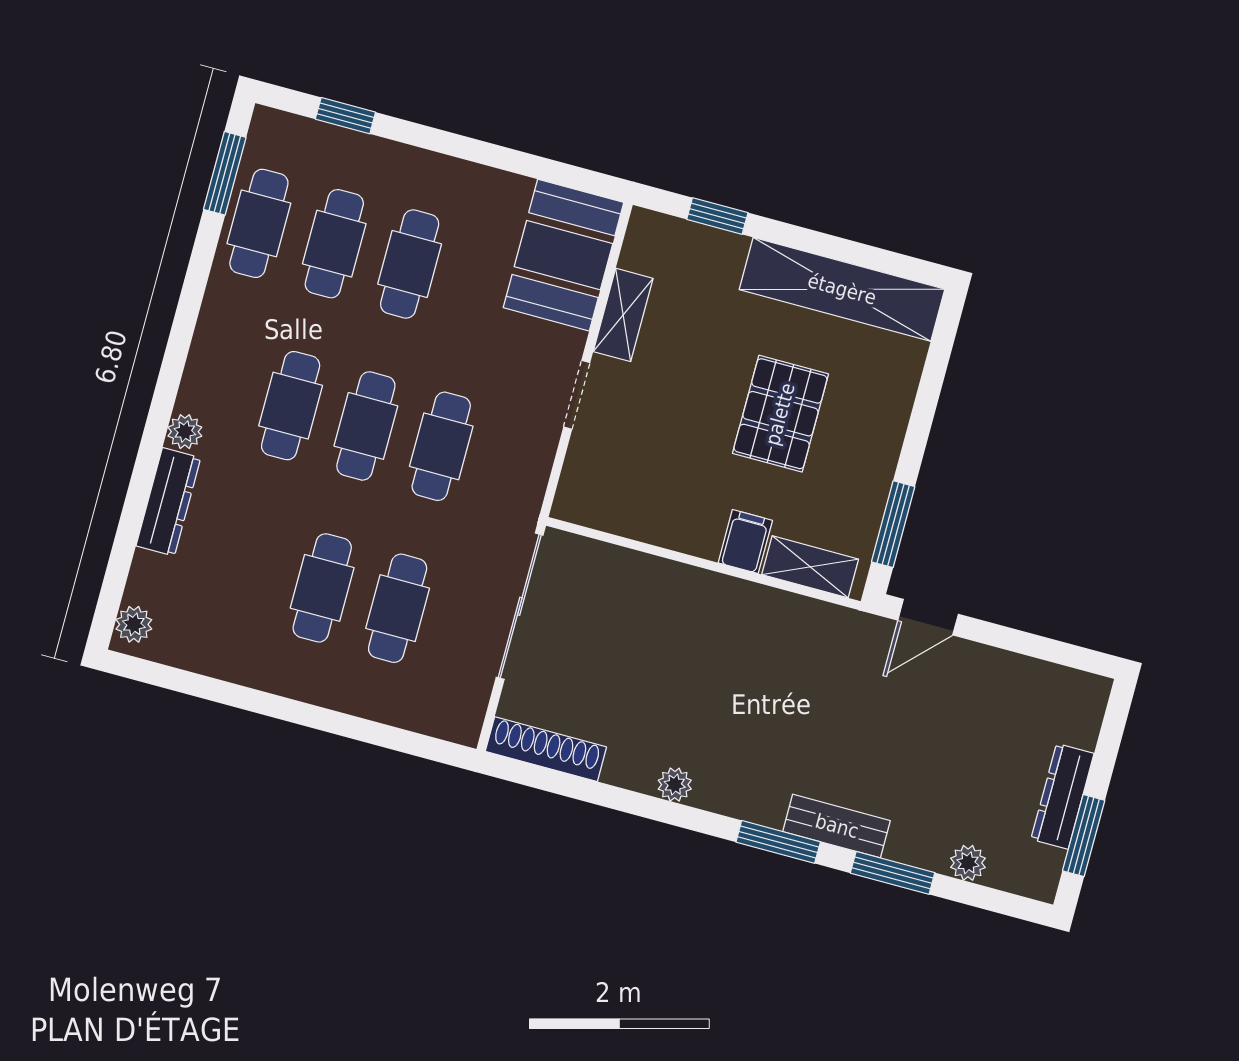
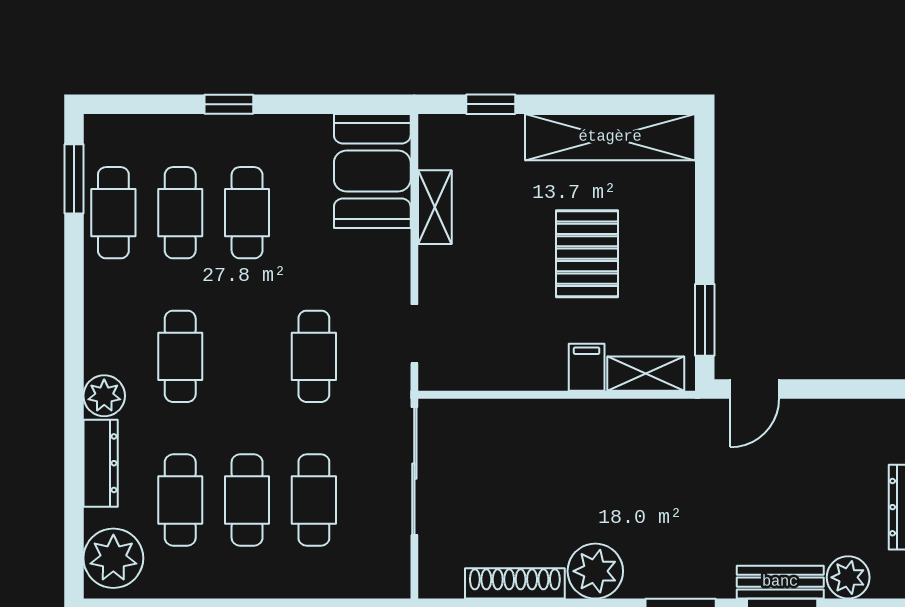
window: (345, 116) -> (229, 104), moved
doorway: (577, 395) -> (414, 334), moved
cafe table: (366, 426) -> (180, 500), moved
plant: (185, 432) -> (104, 396), width x1.38, depth x1.38
plant: (134, 624) -> (113, 558), width x1.87, depth x1.87
shoe rack: (546, 749) -> (515, 583), moved
plant: (675, 785) -> (595, 571), width x1.88, depth x1.88
bench: (837, 826) -> (780, 582), moved
plant: (968, 863) -> (848, 577), width x1.38, depth x1.38

